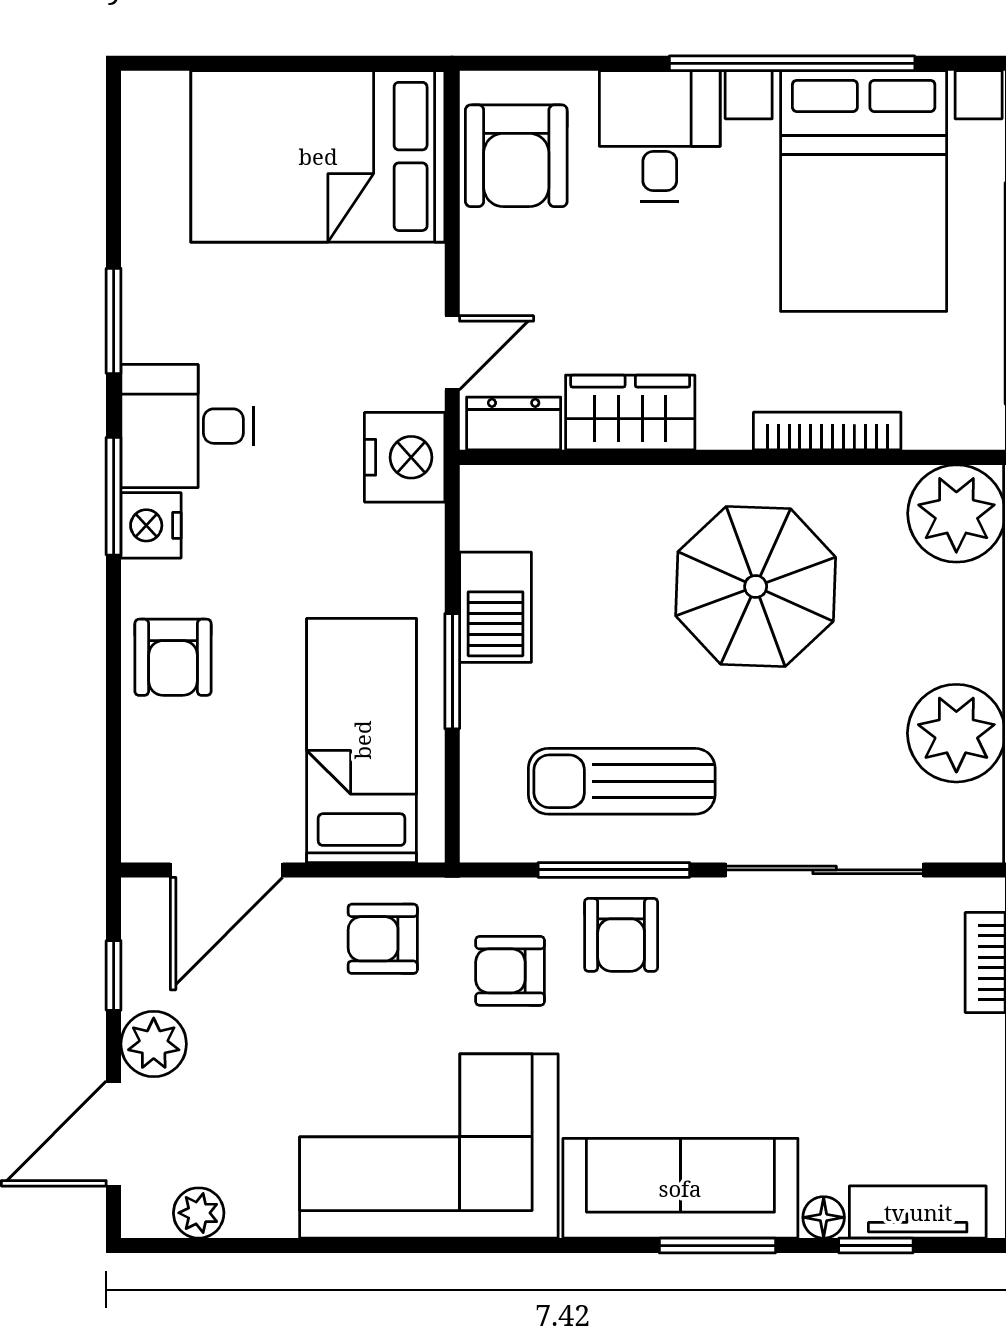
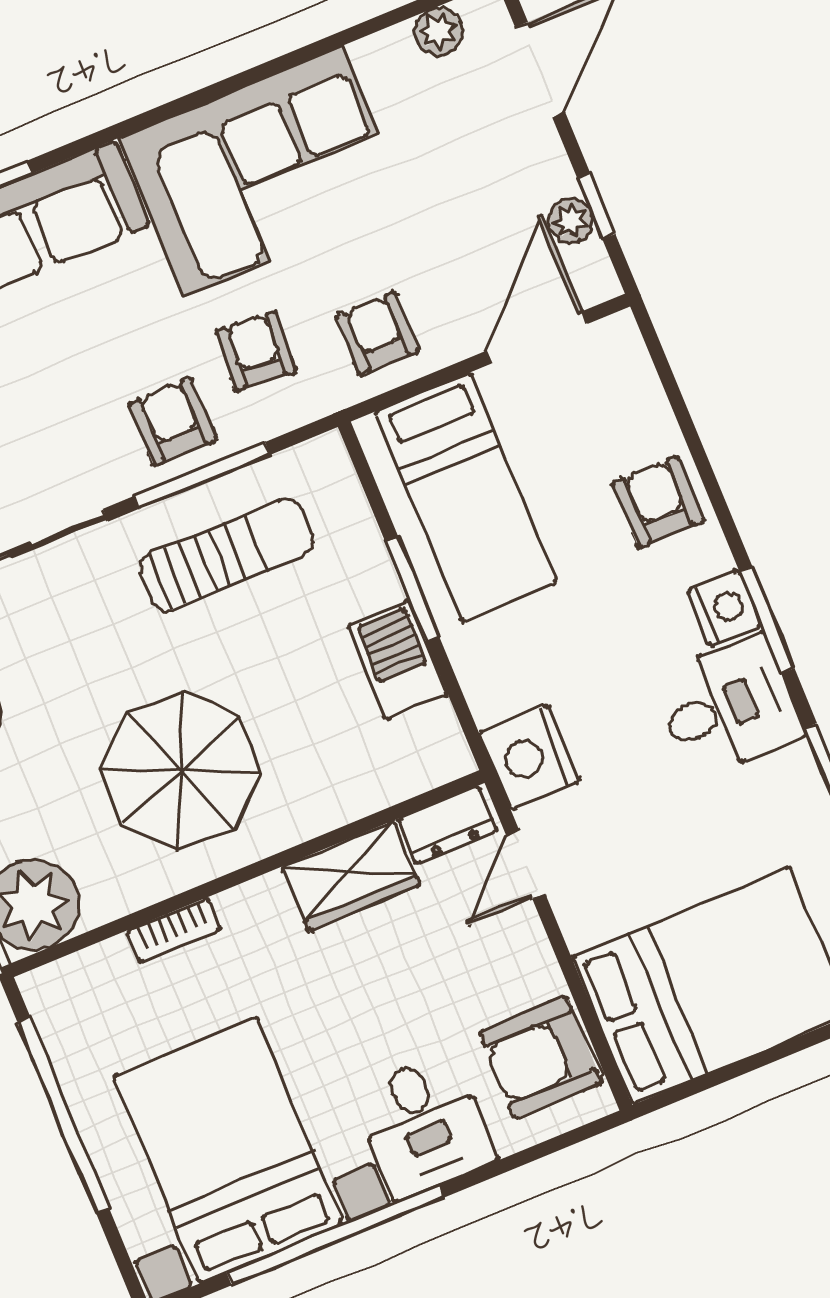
armchair: (516, 156) -> (540, 1057), turned -90
bookcase: (827, 431) -> (174, 930), width x0.64
armchair: (383, 939) -> (377, 334), turned -90
armchair: (510, 971) -> (256, 351), turned -86
plant: (154, 1044) -> (571, 220), moved, width x0.73, depth x0.73

